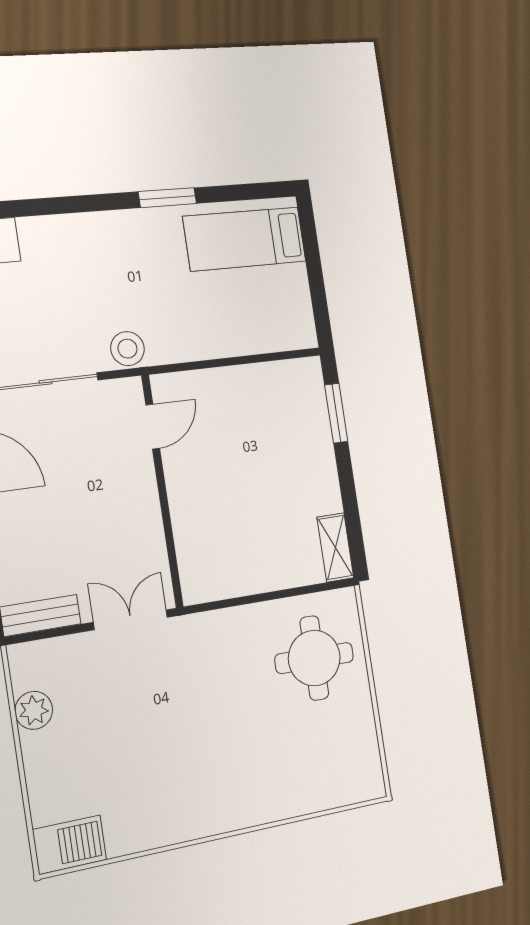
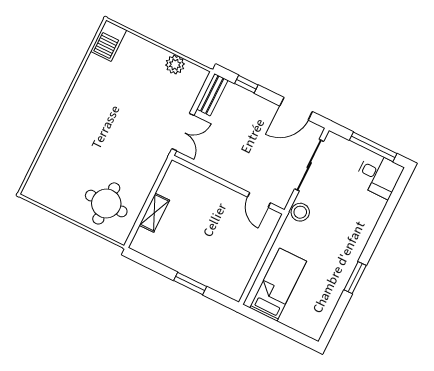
bed: (245, 239) -> (278, 285), moved
window: (336, 413) -> (190, 283), moved
shelving: (335, 547) -> (154, 213), moved, turned 90

